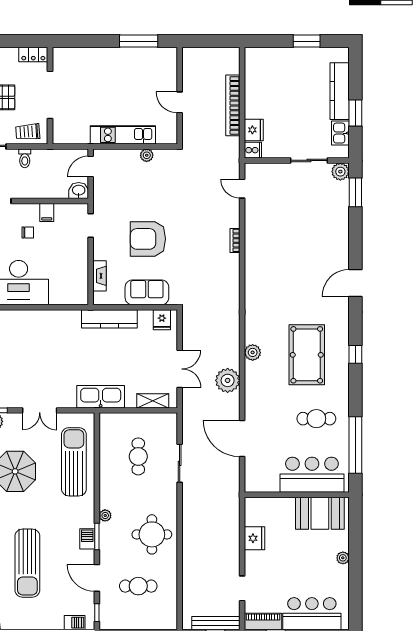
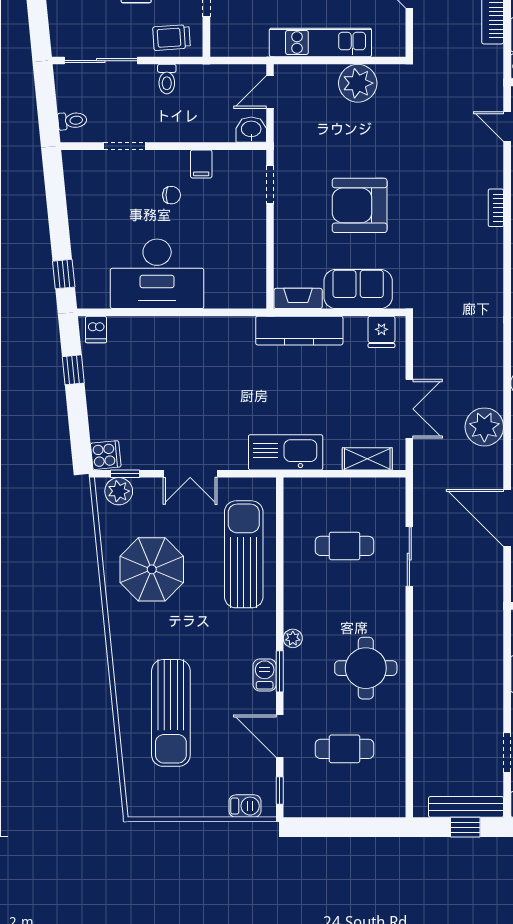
plant: (147, 155) -> (358, 83), width x1.88, depth x1.88
fireplace: (100, 276) -> (298, 298), moved, turned -90
cafe table: (138, 456) -> (345, 546), turned 90

